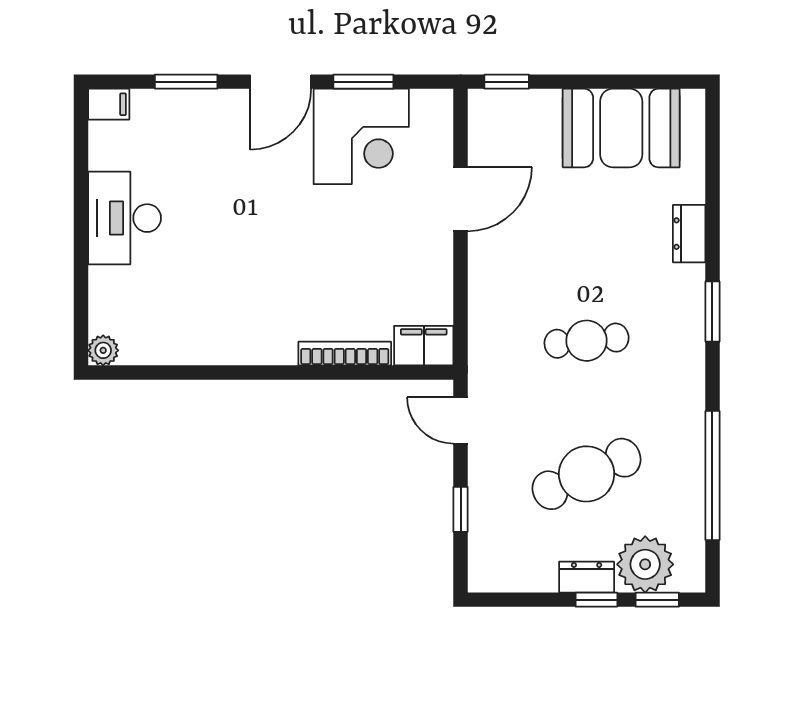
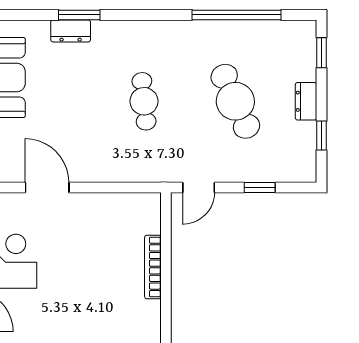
window: (712, 312) -> (79, 15), moved
filing cabinet: (424, 346) -> (147, 213), removed
plant: (645, 564) -> (297, 61), removed
window: (596, 600) -> (322, 135), moved

